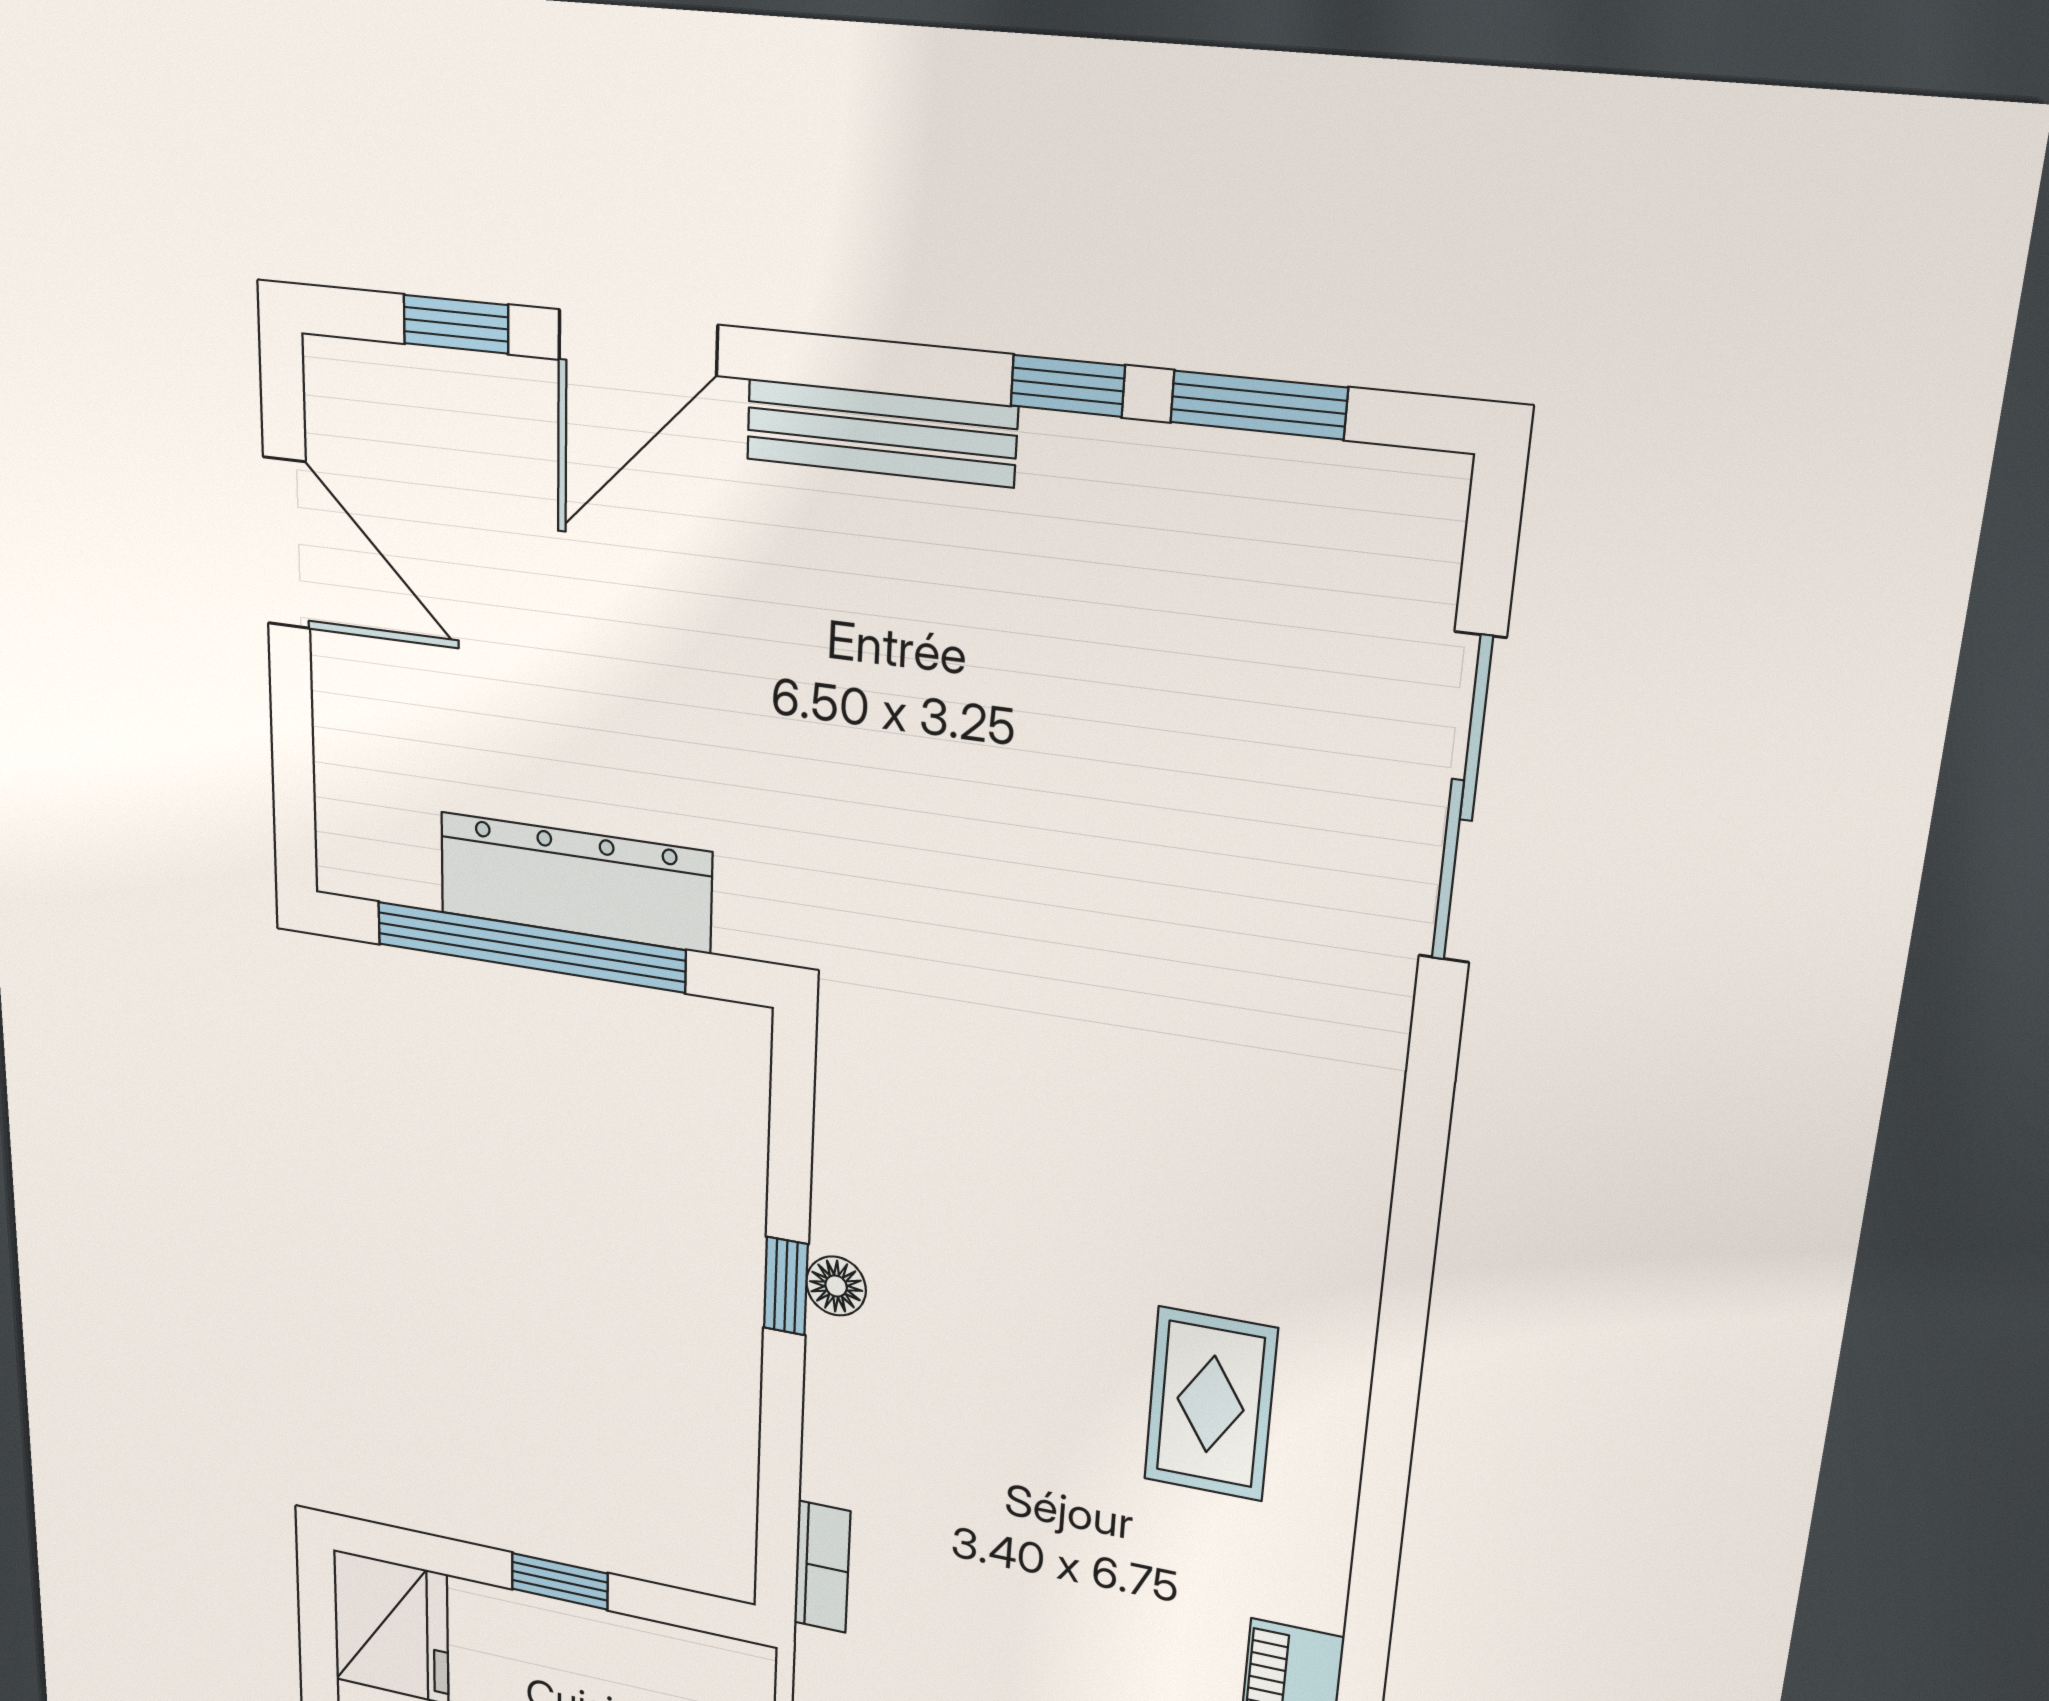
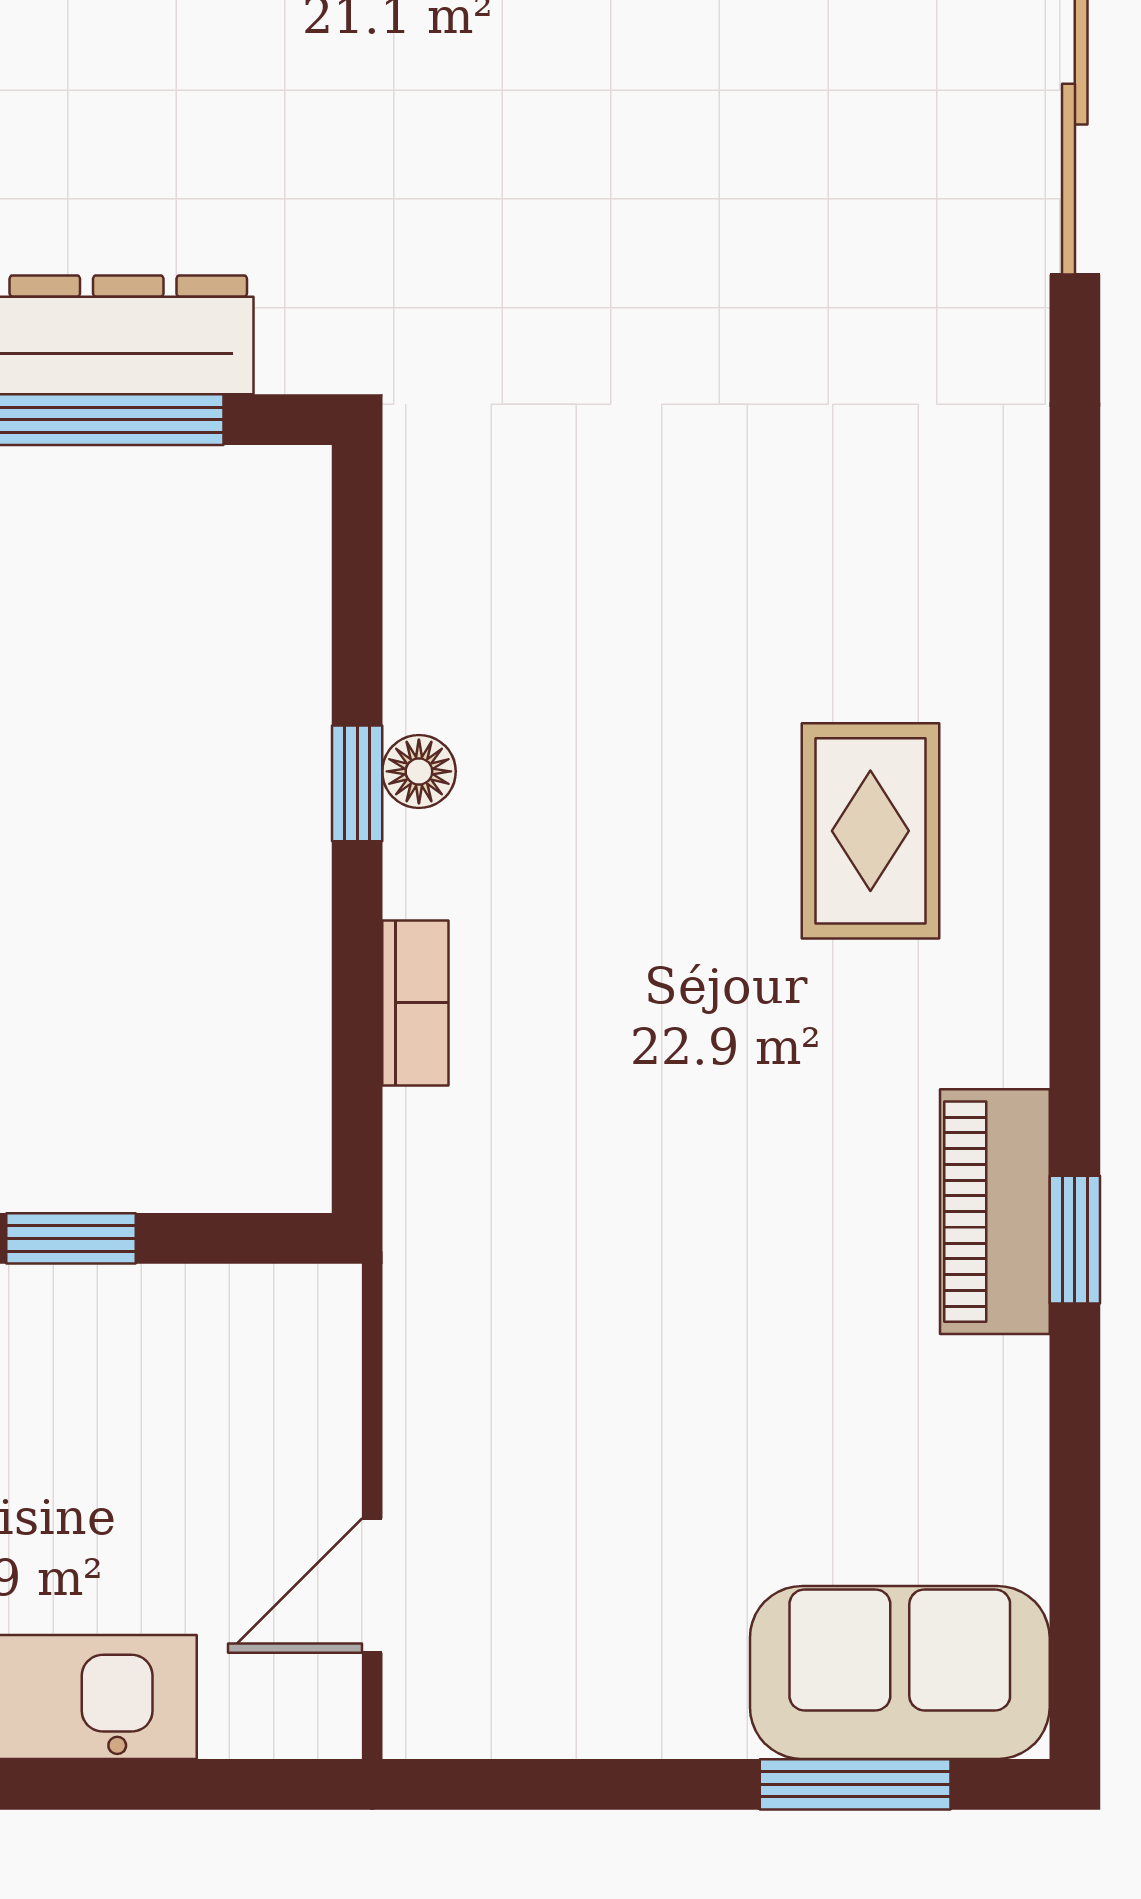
bookcase: (822, 1567) -> (415, 1003), moved

